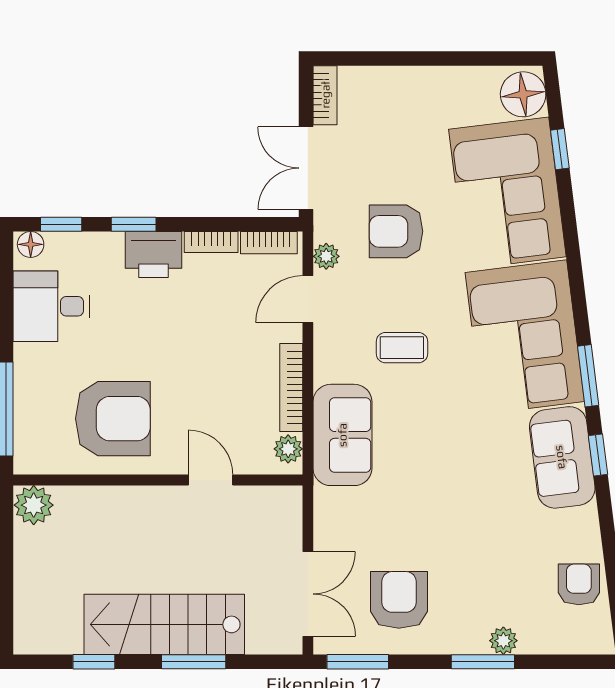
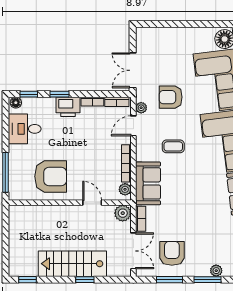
bookcase: (325, 95) -> (141, 219), moved
plant: (34, 505) -> (123, 213), moved
window: (94, 662) -> (28, 280), moved
window: (194, 662) -> (85, 280), width x0.67
window: (358, 662) -> (170, 280), moved

